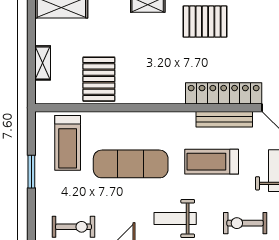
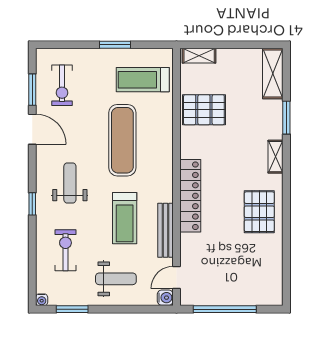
shelving: (43, 63) -> (199, 56), moved
locker: (224, 93) -> (190, 196), moved
treadmill: (212, 162) -> (125, 218), turned 180

